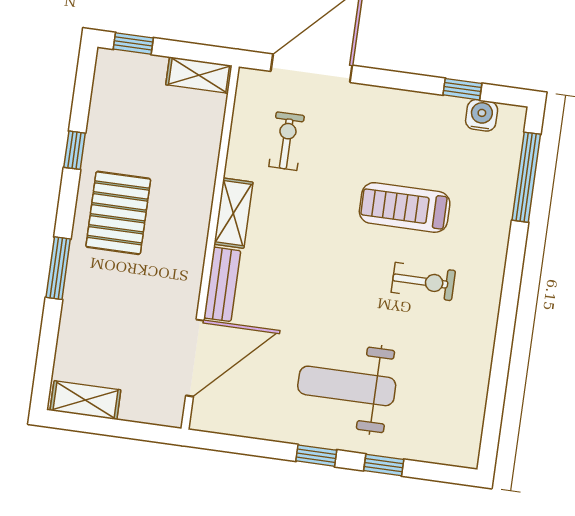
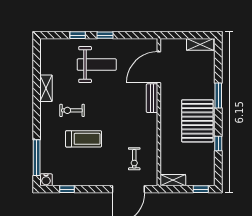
water cooler: (482, 115) -> (46, 180), moved
pallet: (118, 213) -> (197, 121), width x1.37, depth x1.41
shelving: (233, 213) -> (46, 88), moved

